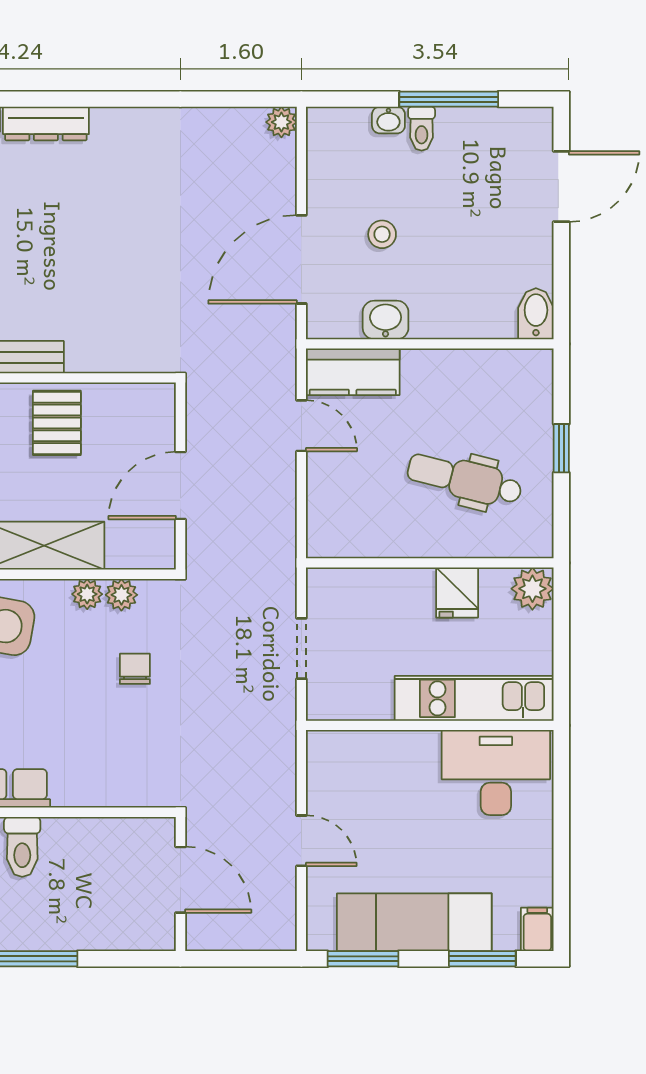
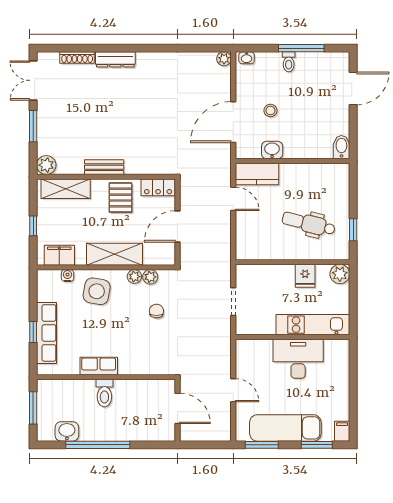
washbasin: (388, 120) -> (247, 58), moved
locker: (138, 401) -> (158, 187), added
window: (561, 448) -> (353, 230), moved
desk: (496, 772) -> (298, 359), moved

